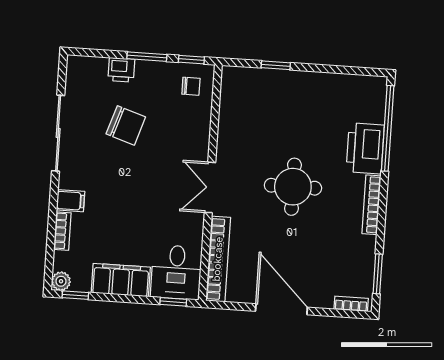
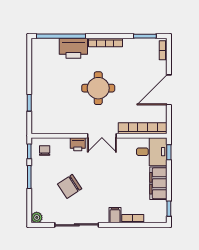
printer: (121, 70) -> (78, 144), moved, turned 90
chair: (126, 125) -> (70, 186), turned -141
plant: (61, 281) -> (37, 217), moved

